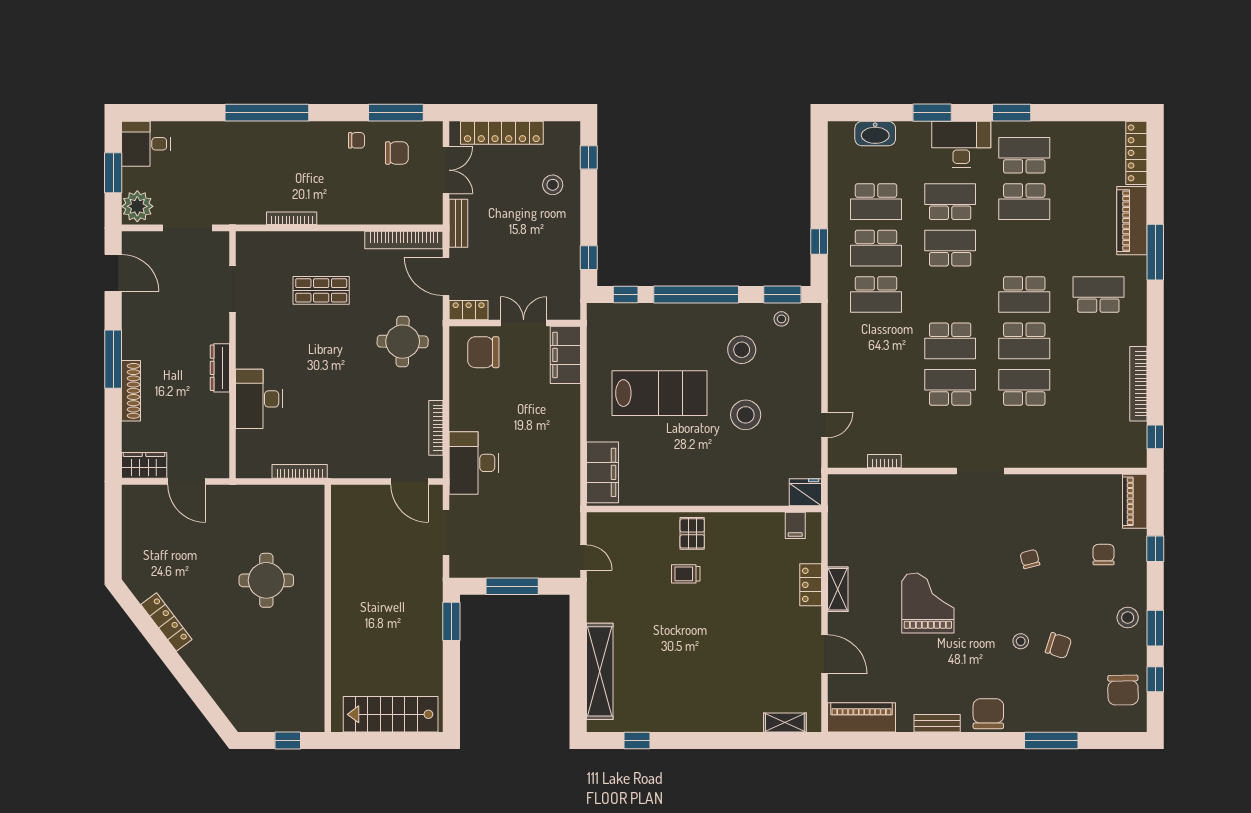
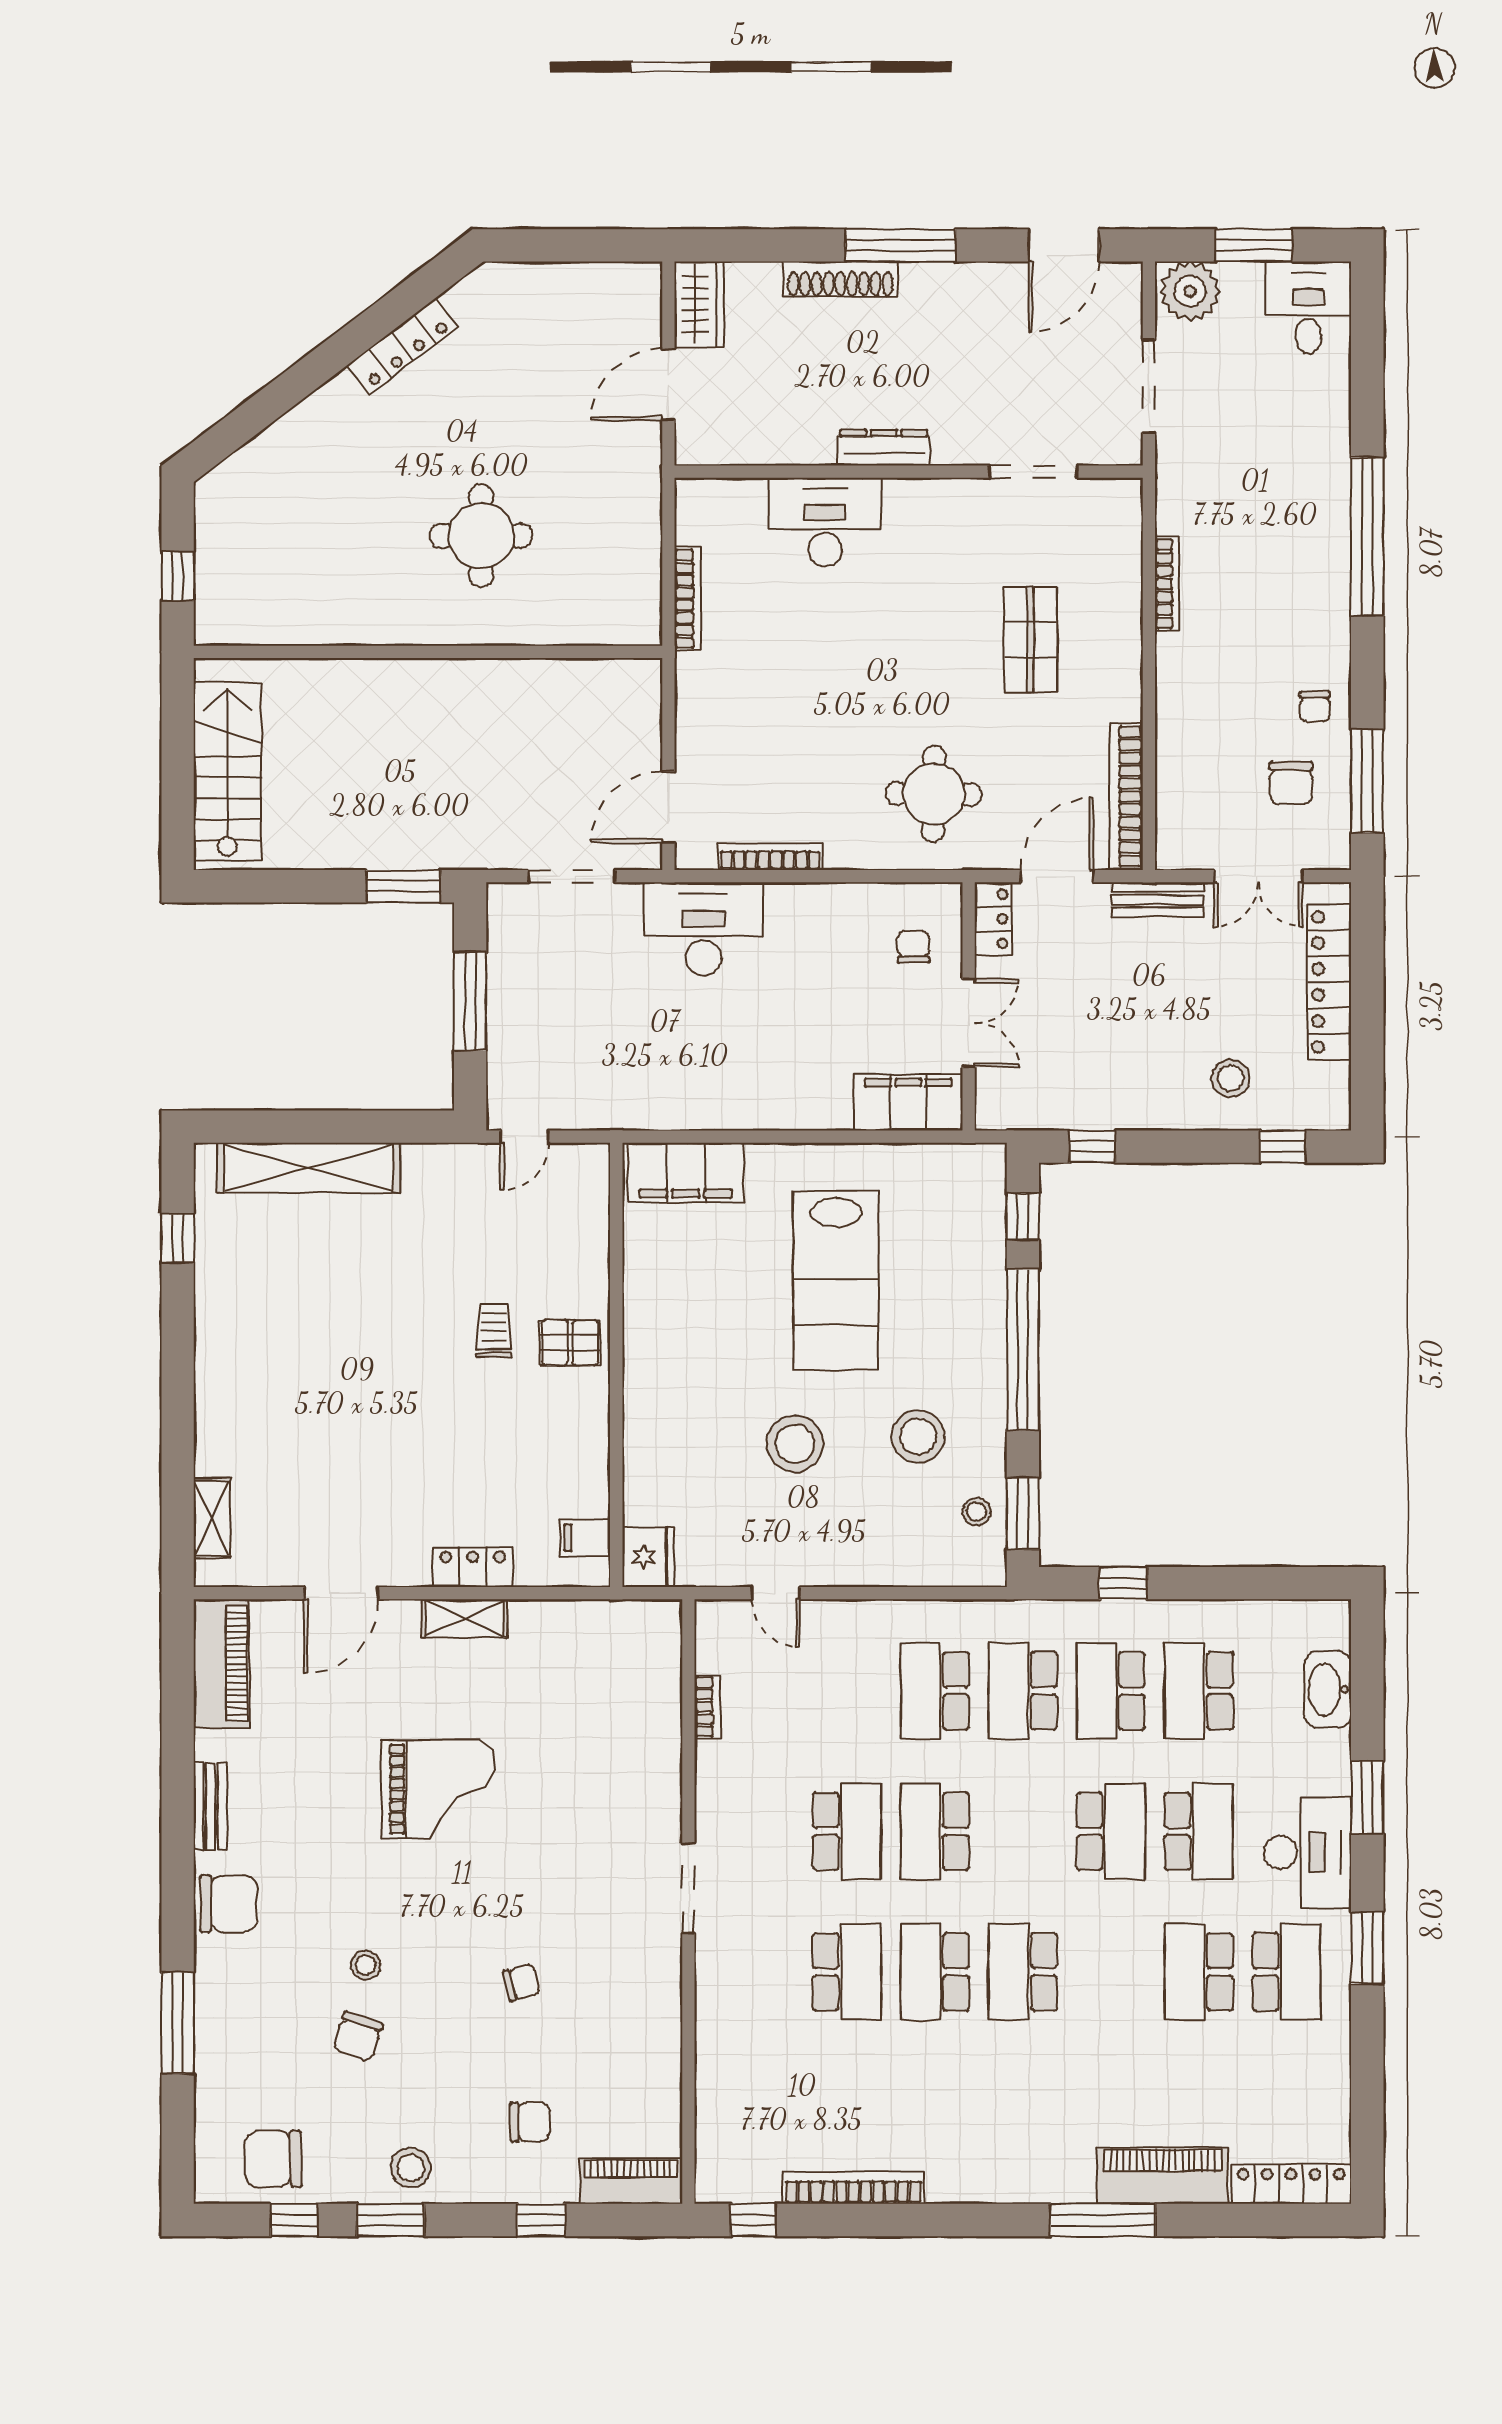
school desk: (1098, 294) -> (935, 1691), moved, turned 180
chair: (483, 352) -> (913, 947), width x0.54, depth x0.54

